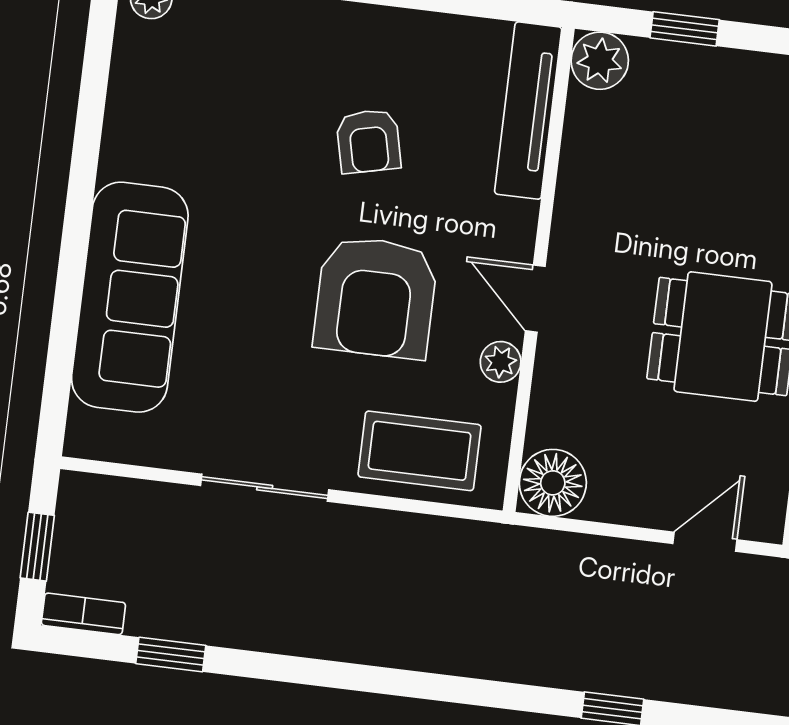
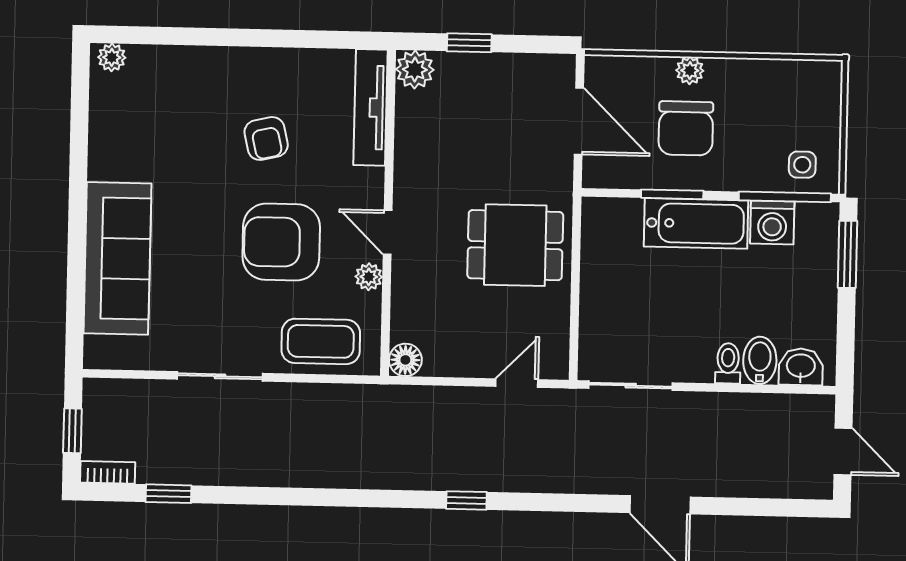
armchair: (375, 297) -> (281, 242), turned 90
floor lamp: (553, 483) -> (405, 360), width x0.73, depth x0.73

